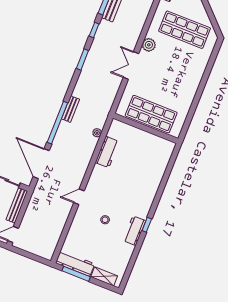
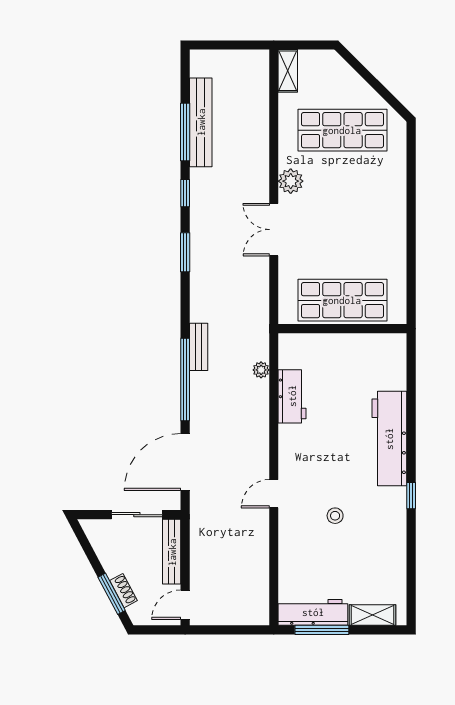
door: (41, 164) -> (185, 462), hinge flipped
workbench: (134, 231) -> (389, 439), moved, width x1.88, depth x1.32

